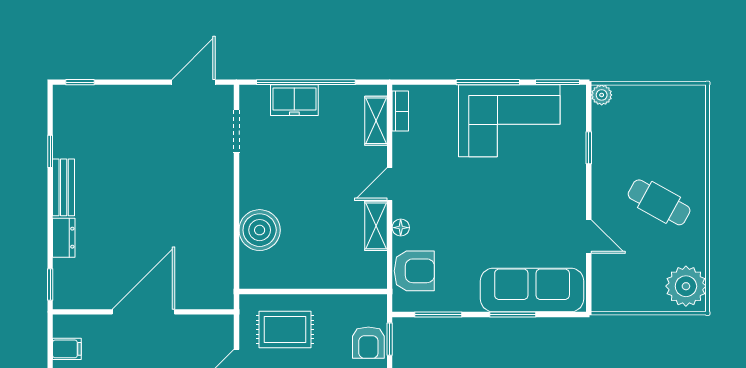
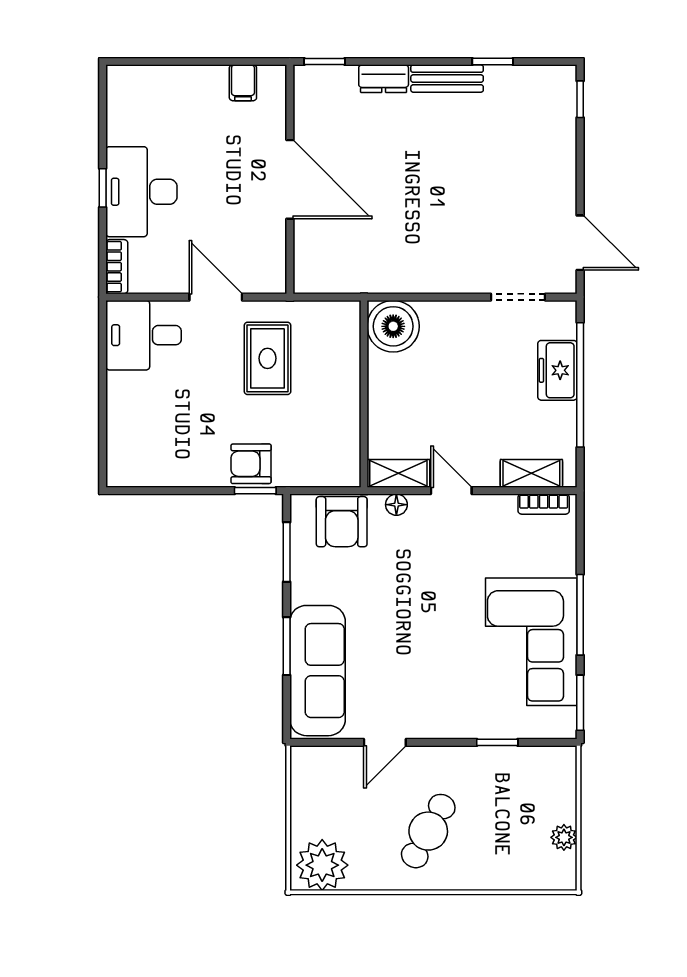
plant: (602, 95) -> (564, 837), moved
wall: (313, 291) -> (364, 394), moved

